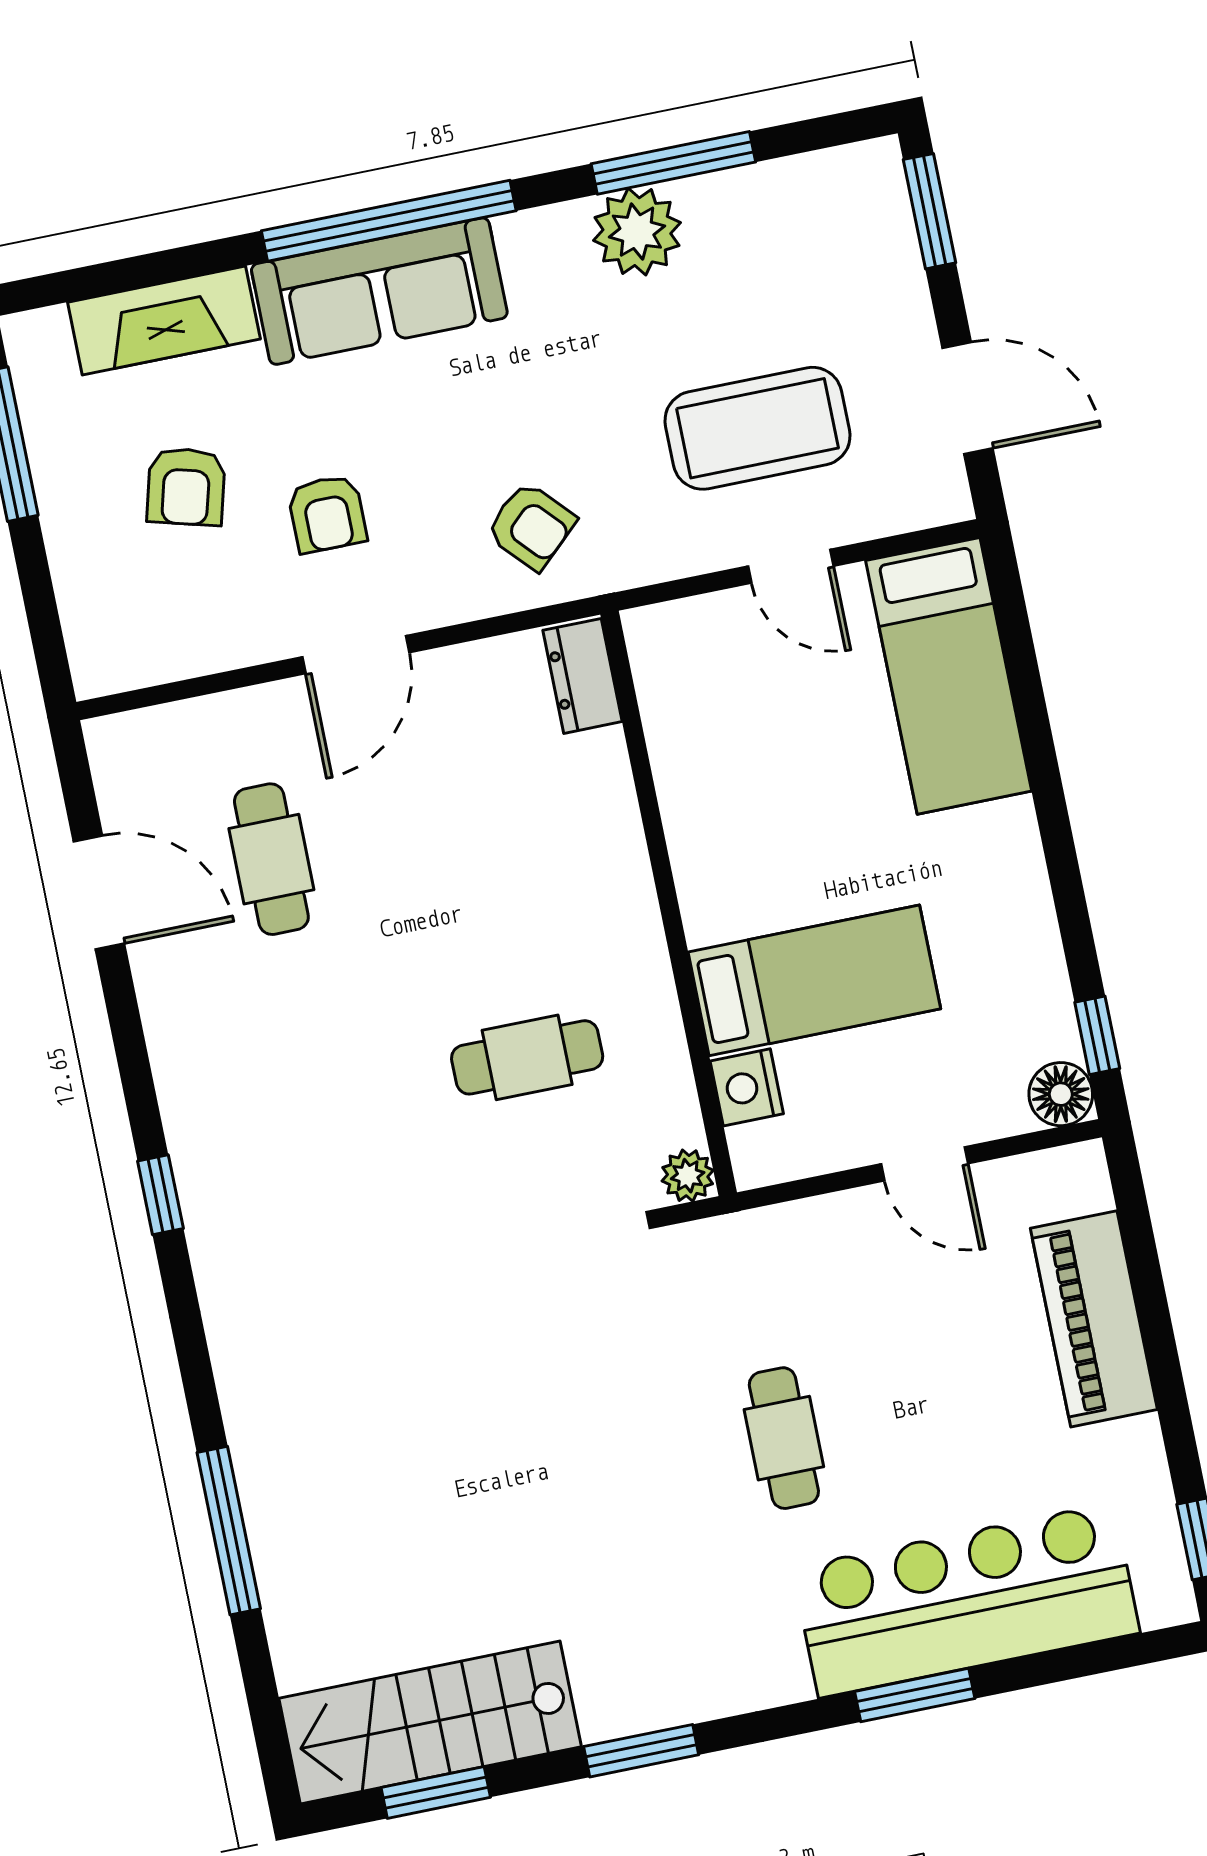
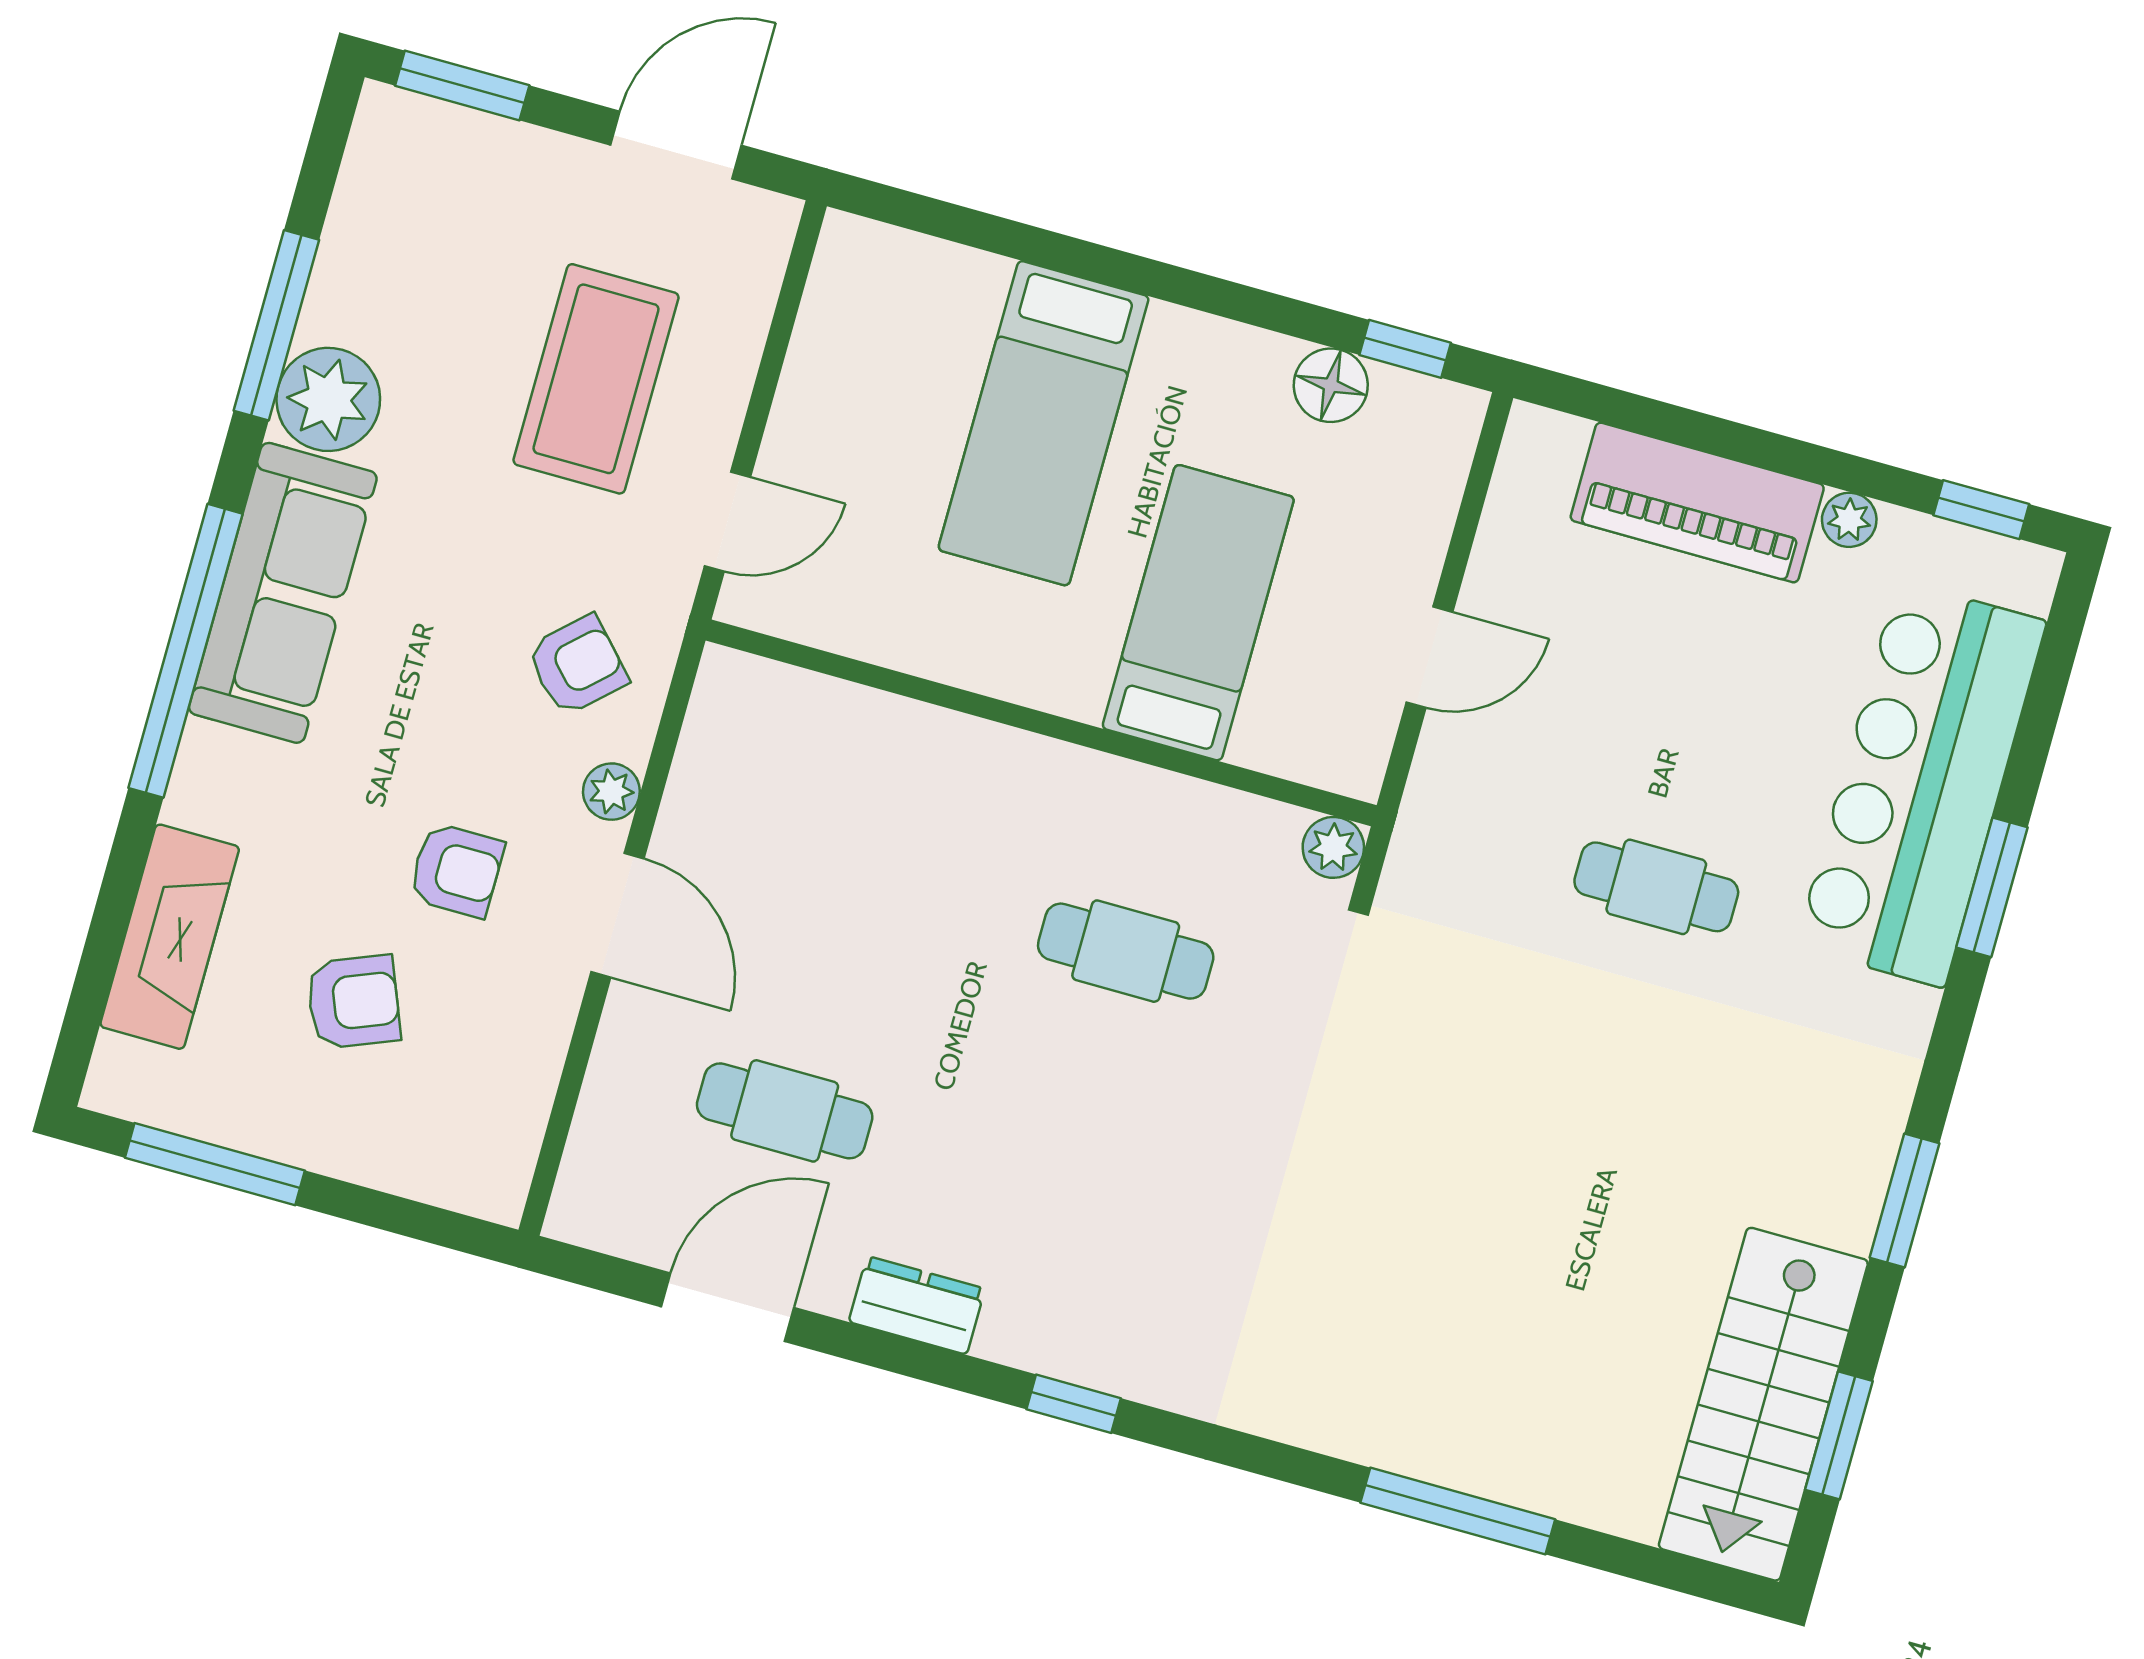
sofa: (379, 291) -> (283, 593), moved
armchair: (186, 487) -> (353, 1002), turned -37
door: (791, 566) -> (727, 522), moved
plant: (448, 602) -> (611, 792), added
dresser: (583, 676) -> (917, 1305), moved, turned 180
bed: (949, 676) -> (1044, 423), moved, turned 90
cafe table: (527, 1057) -> (1126, 951), turned 90
nightstand: (747, 1087) -> (1273, 739), removed
floor lamp: (1061, 1094) -> (1331, 385), moved
door: (925, 1164) -> (1430, 657), moved
plant: (1140, 1442) -> (1849, 520), added

